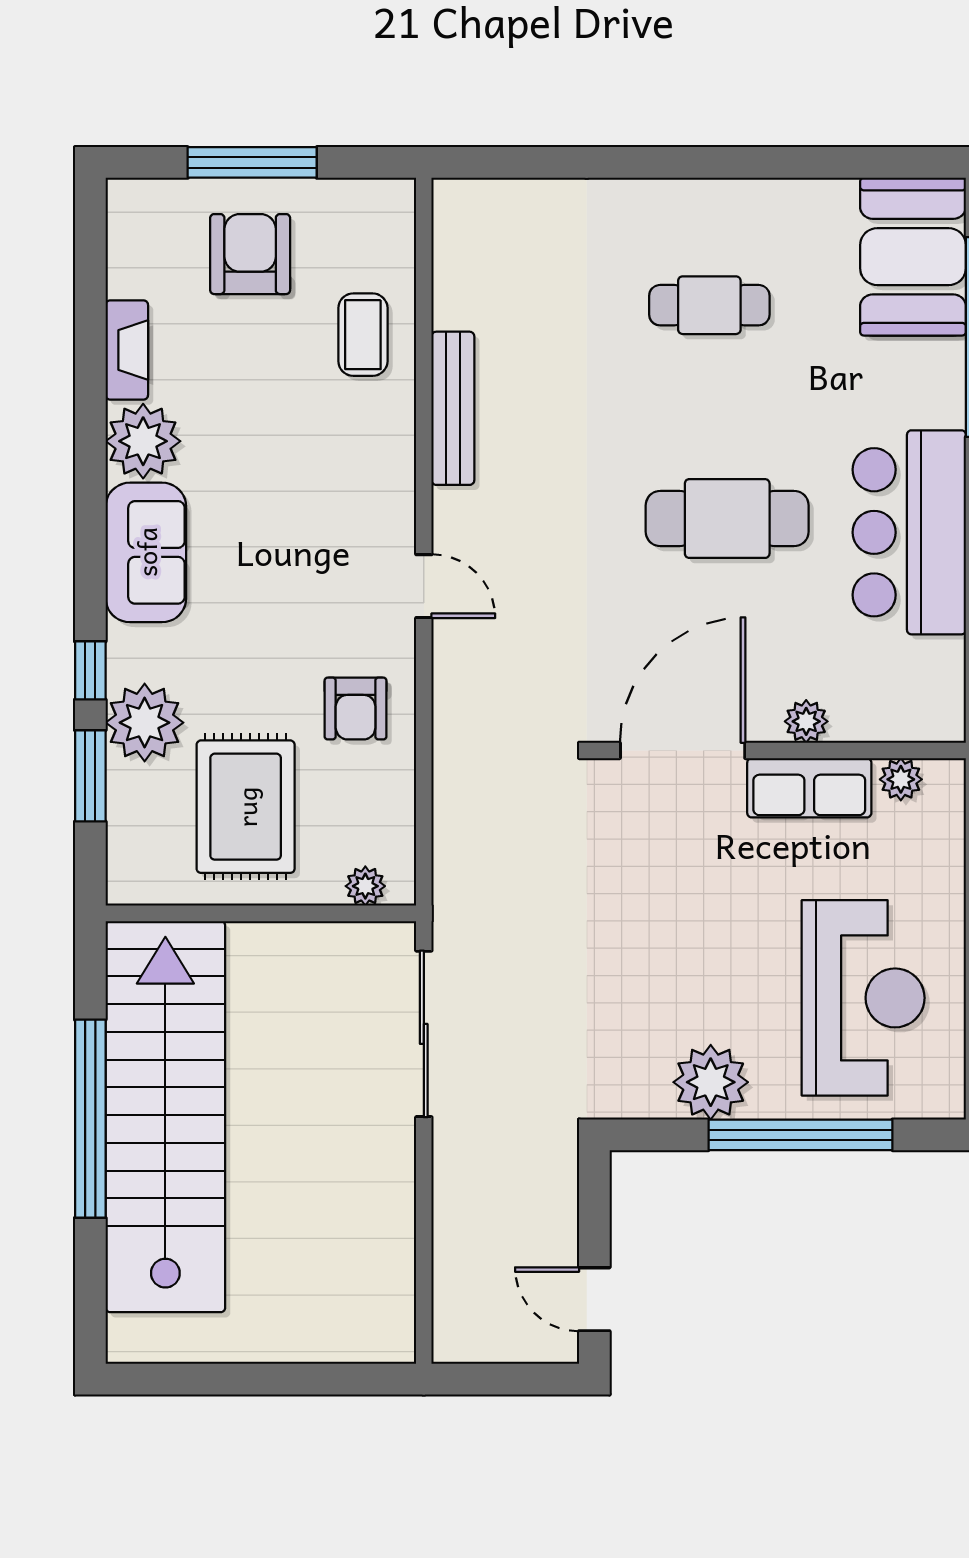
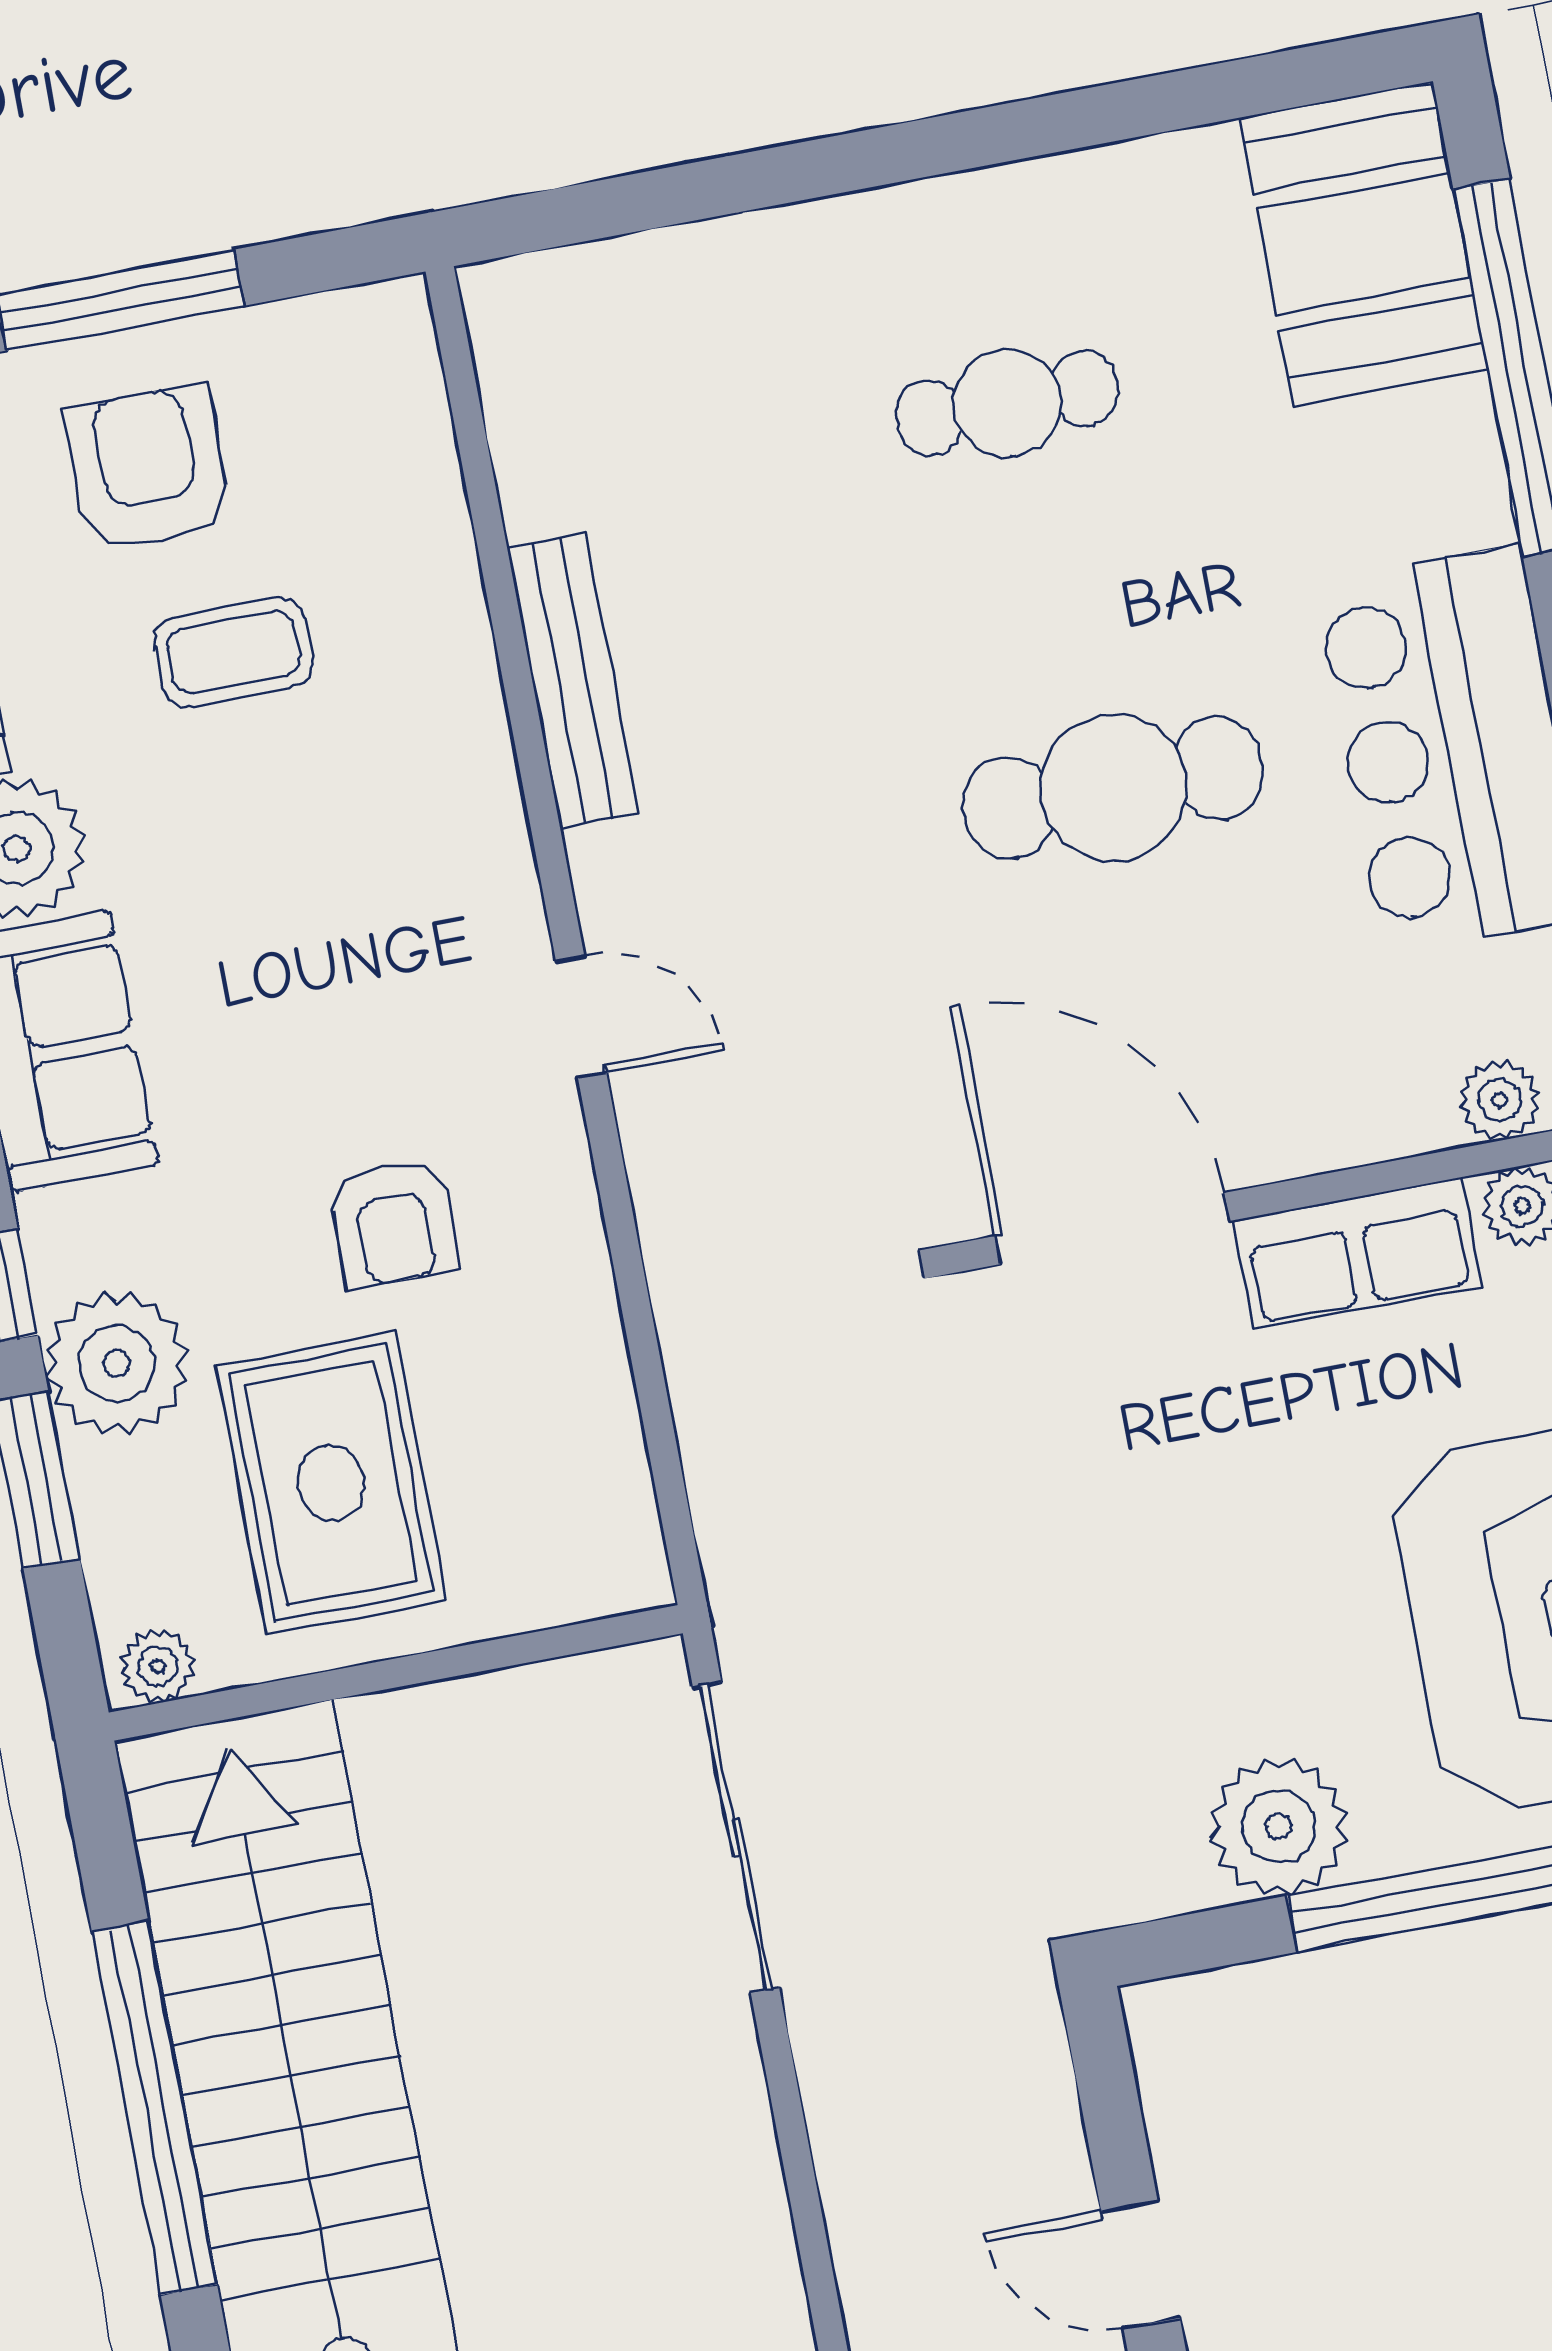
coffee table: (363, 335) -> (233, 652), moved, turned 90
armchair: (356, 709) -> (393, 1223), moved
plant: (806, 721) -> (1499, 1100), moved
door: (683, 750) -> (1112, 1228), hinge flipped
plant: (365, 886) -> (158, 1666), moved

